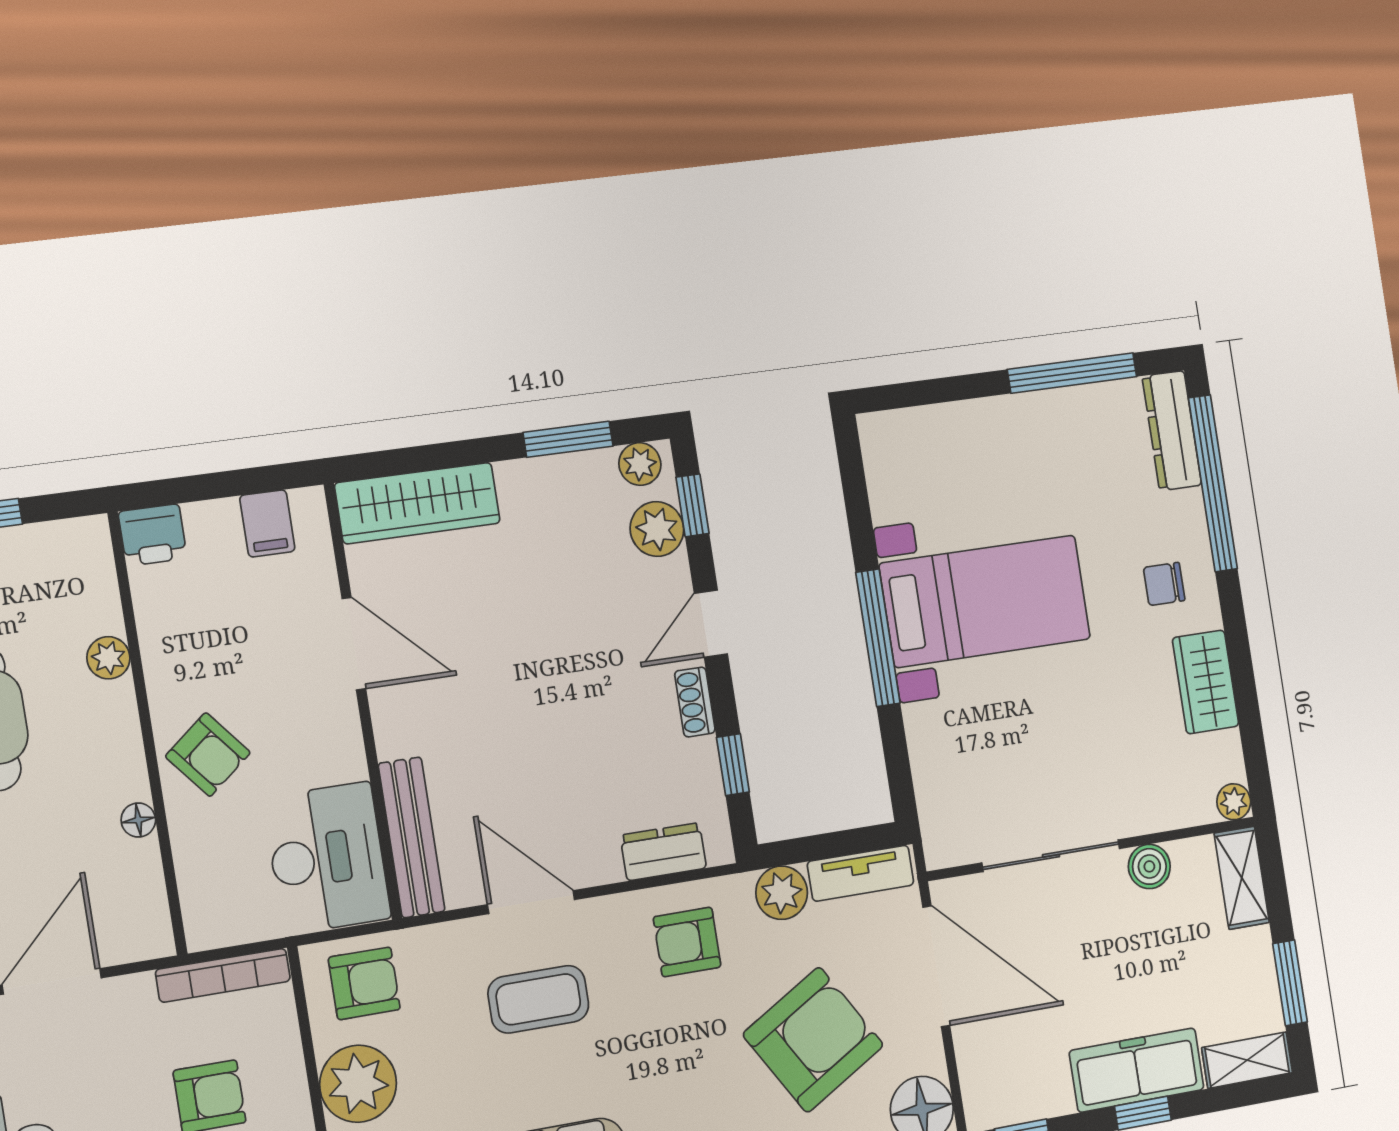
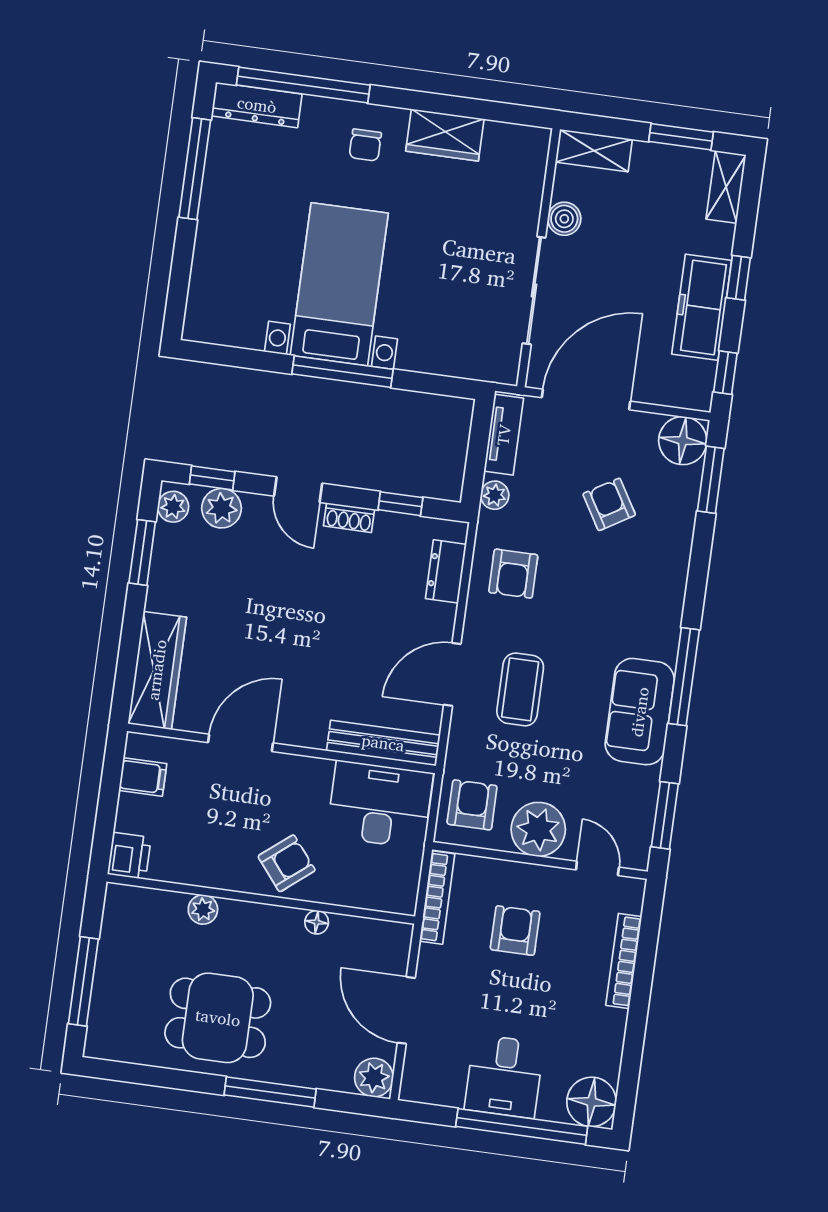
plant: (1234, 802) -> (537, 140), removed
plant: (782, 893) -> (495, 495), width x0.73, depth x0.73
armchair: (813, 1040) -> (609, 504), width x0.53, depth x0.53
freezer: (1137, 1070) -> (702, 307), moved

